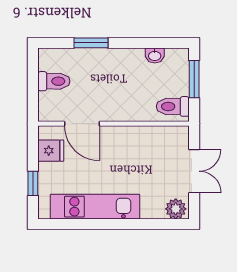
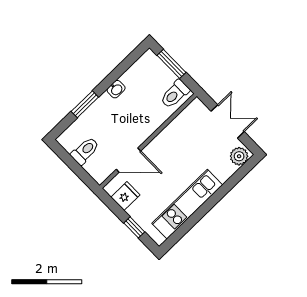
washbasin: (155, 56) -> (116, 89), moved

